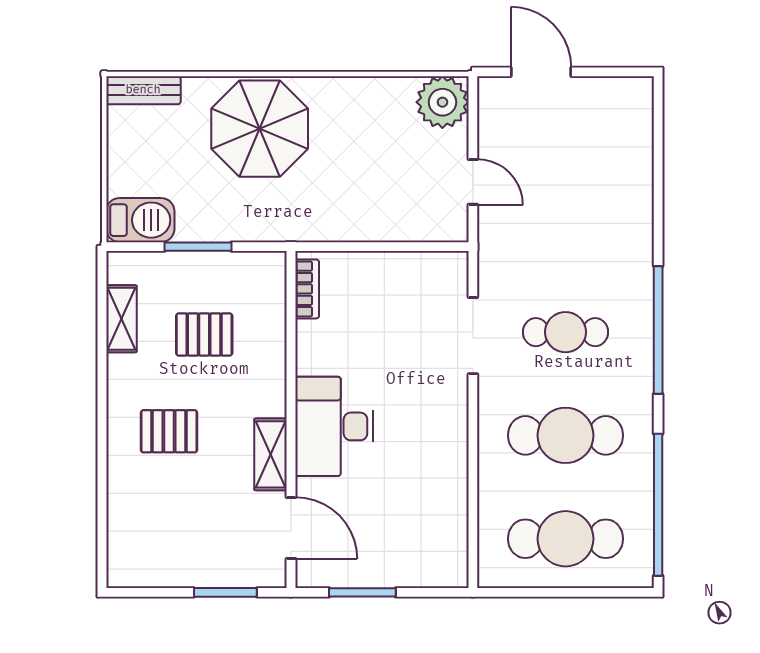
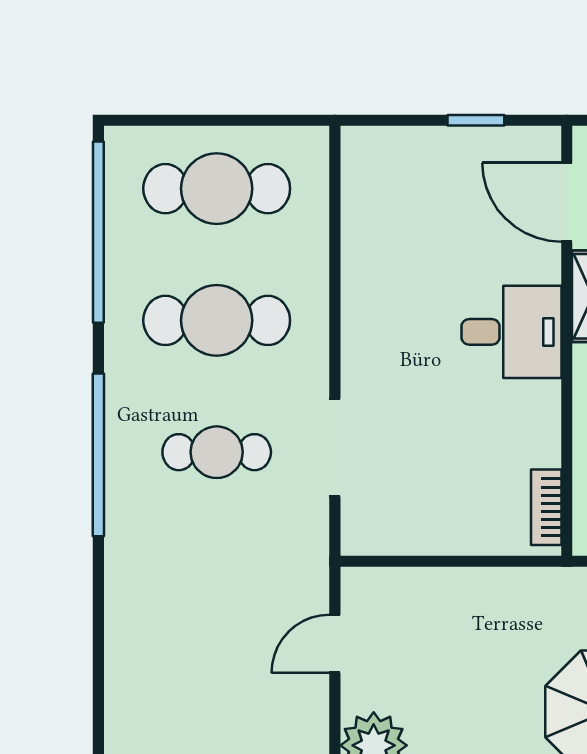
door: (473, 182) -> (335, 644), hinge flipped
desk: (334, 426) -> (511, 332), width x0.73
window: (362, 592) -> (476, 120), width x0.67

